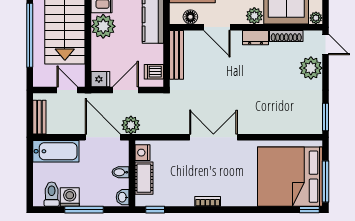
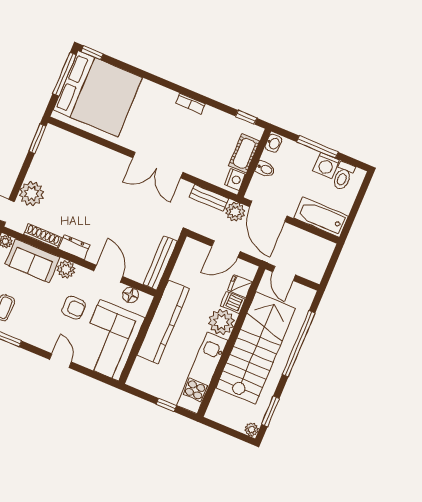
dishwasher: (154, 72) -> (233, 302), moved, turned 180
fridge: (100, 79) -> (240, 286), moved
bench: (39, 117) -> (209, 198), moved, turned 90

